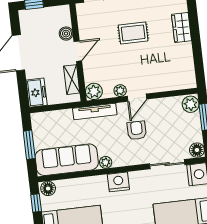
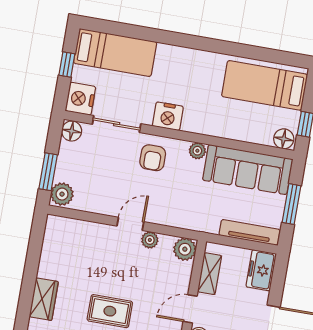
tv unit: (95, 112) -> (250, 232), moved
armchair: (137, 130) -> (153, 158), moved
nightstand: (118, 182) -> (168, 116), moved

